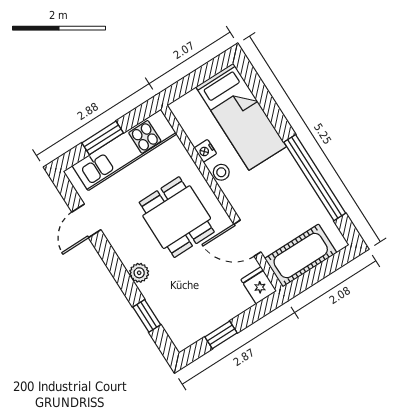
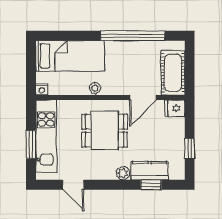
nightstand: (205, 151) -> (42, 89), moved
kitchen counter: (163, 303) -> (150, 171), added

